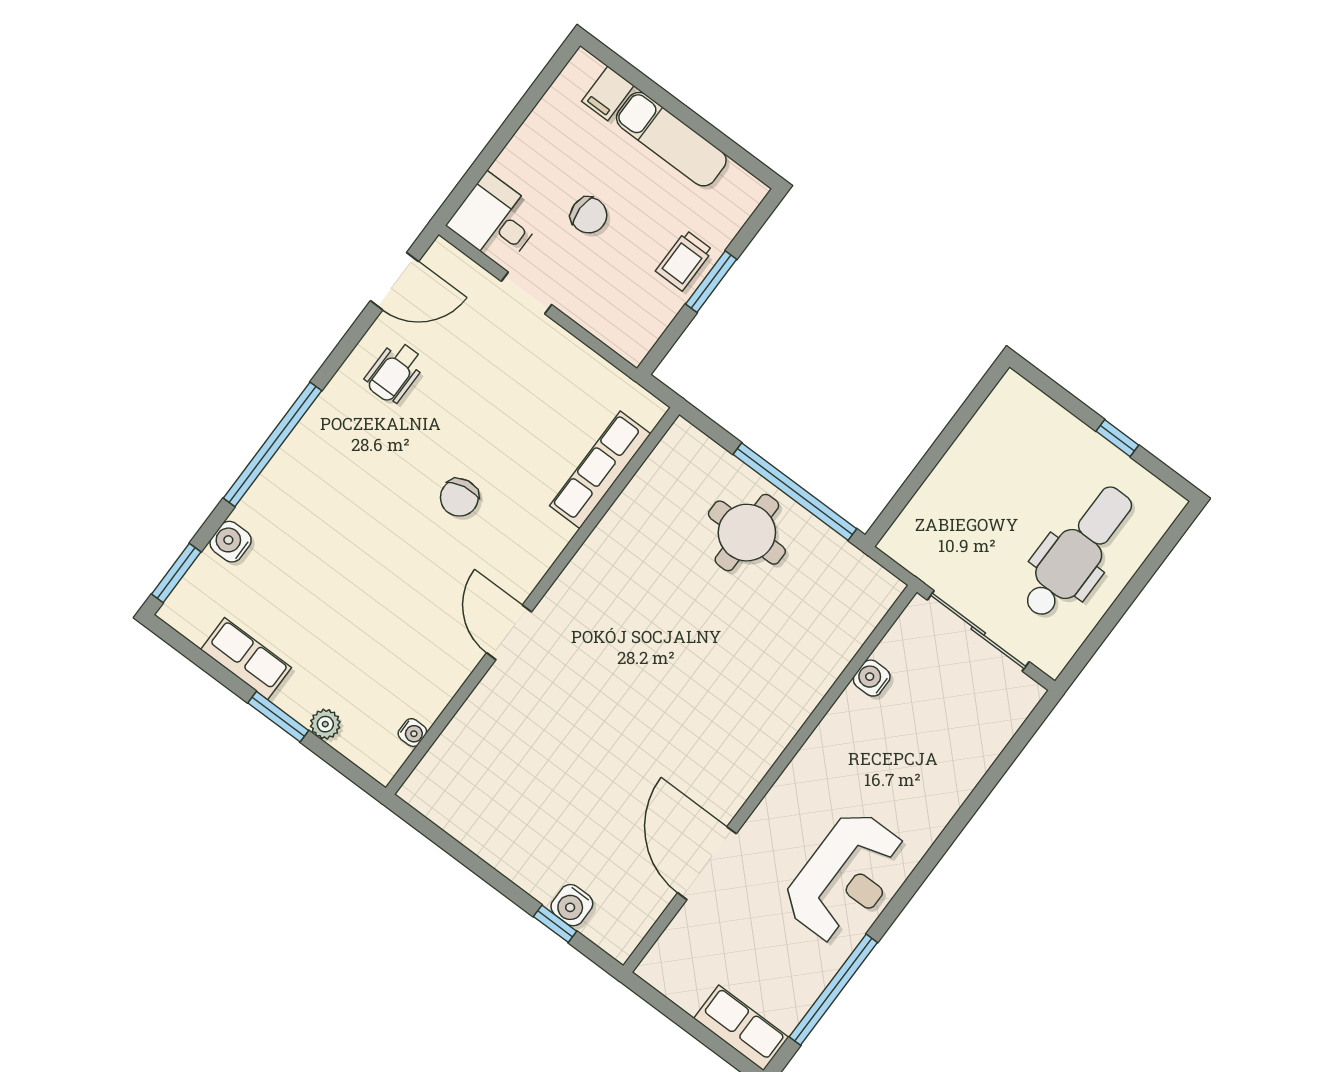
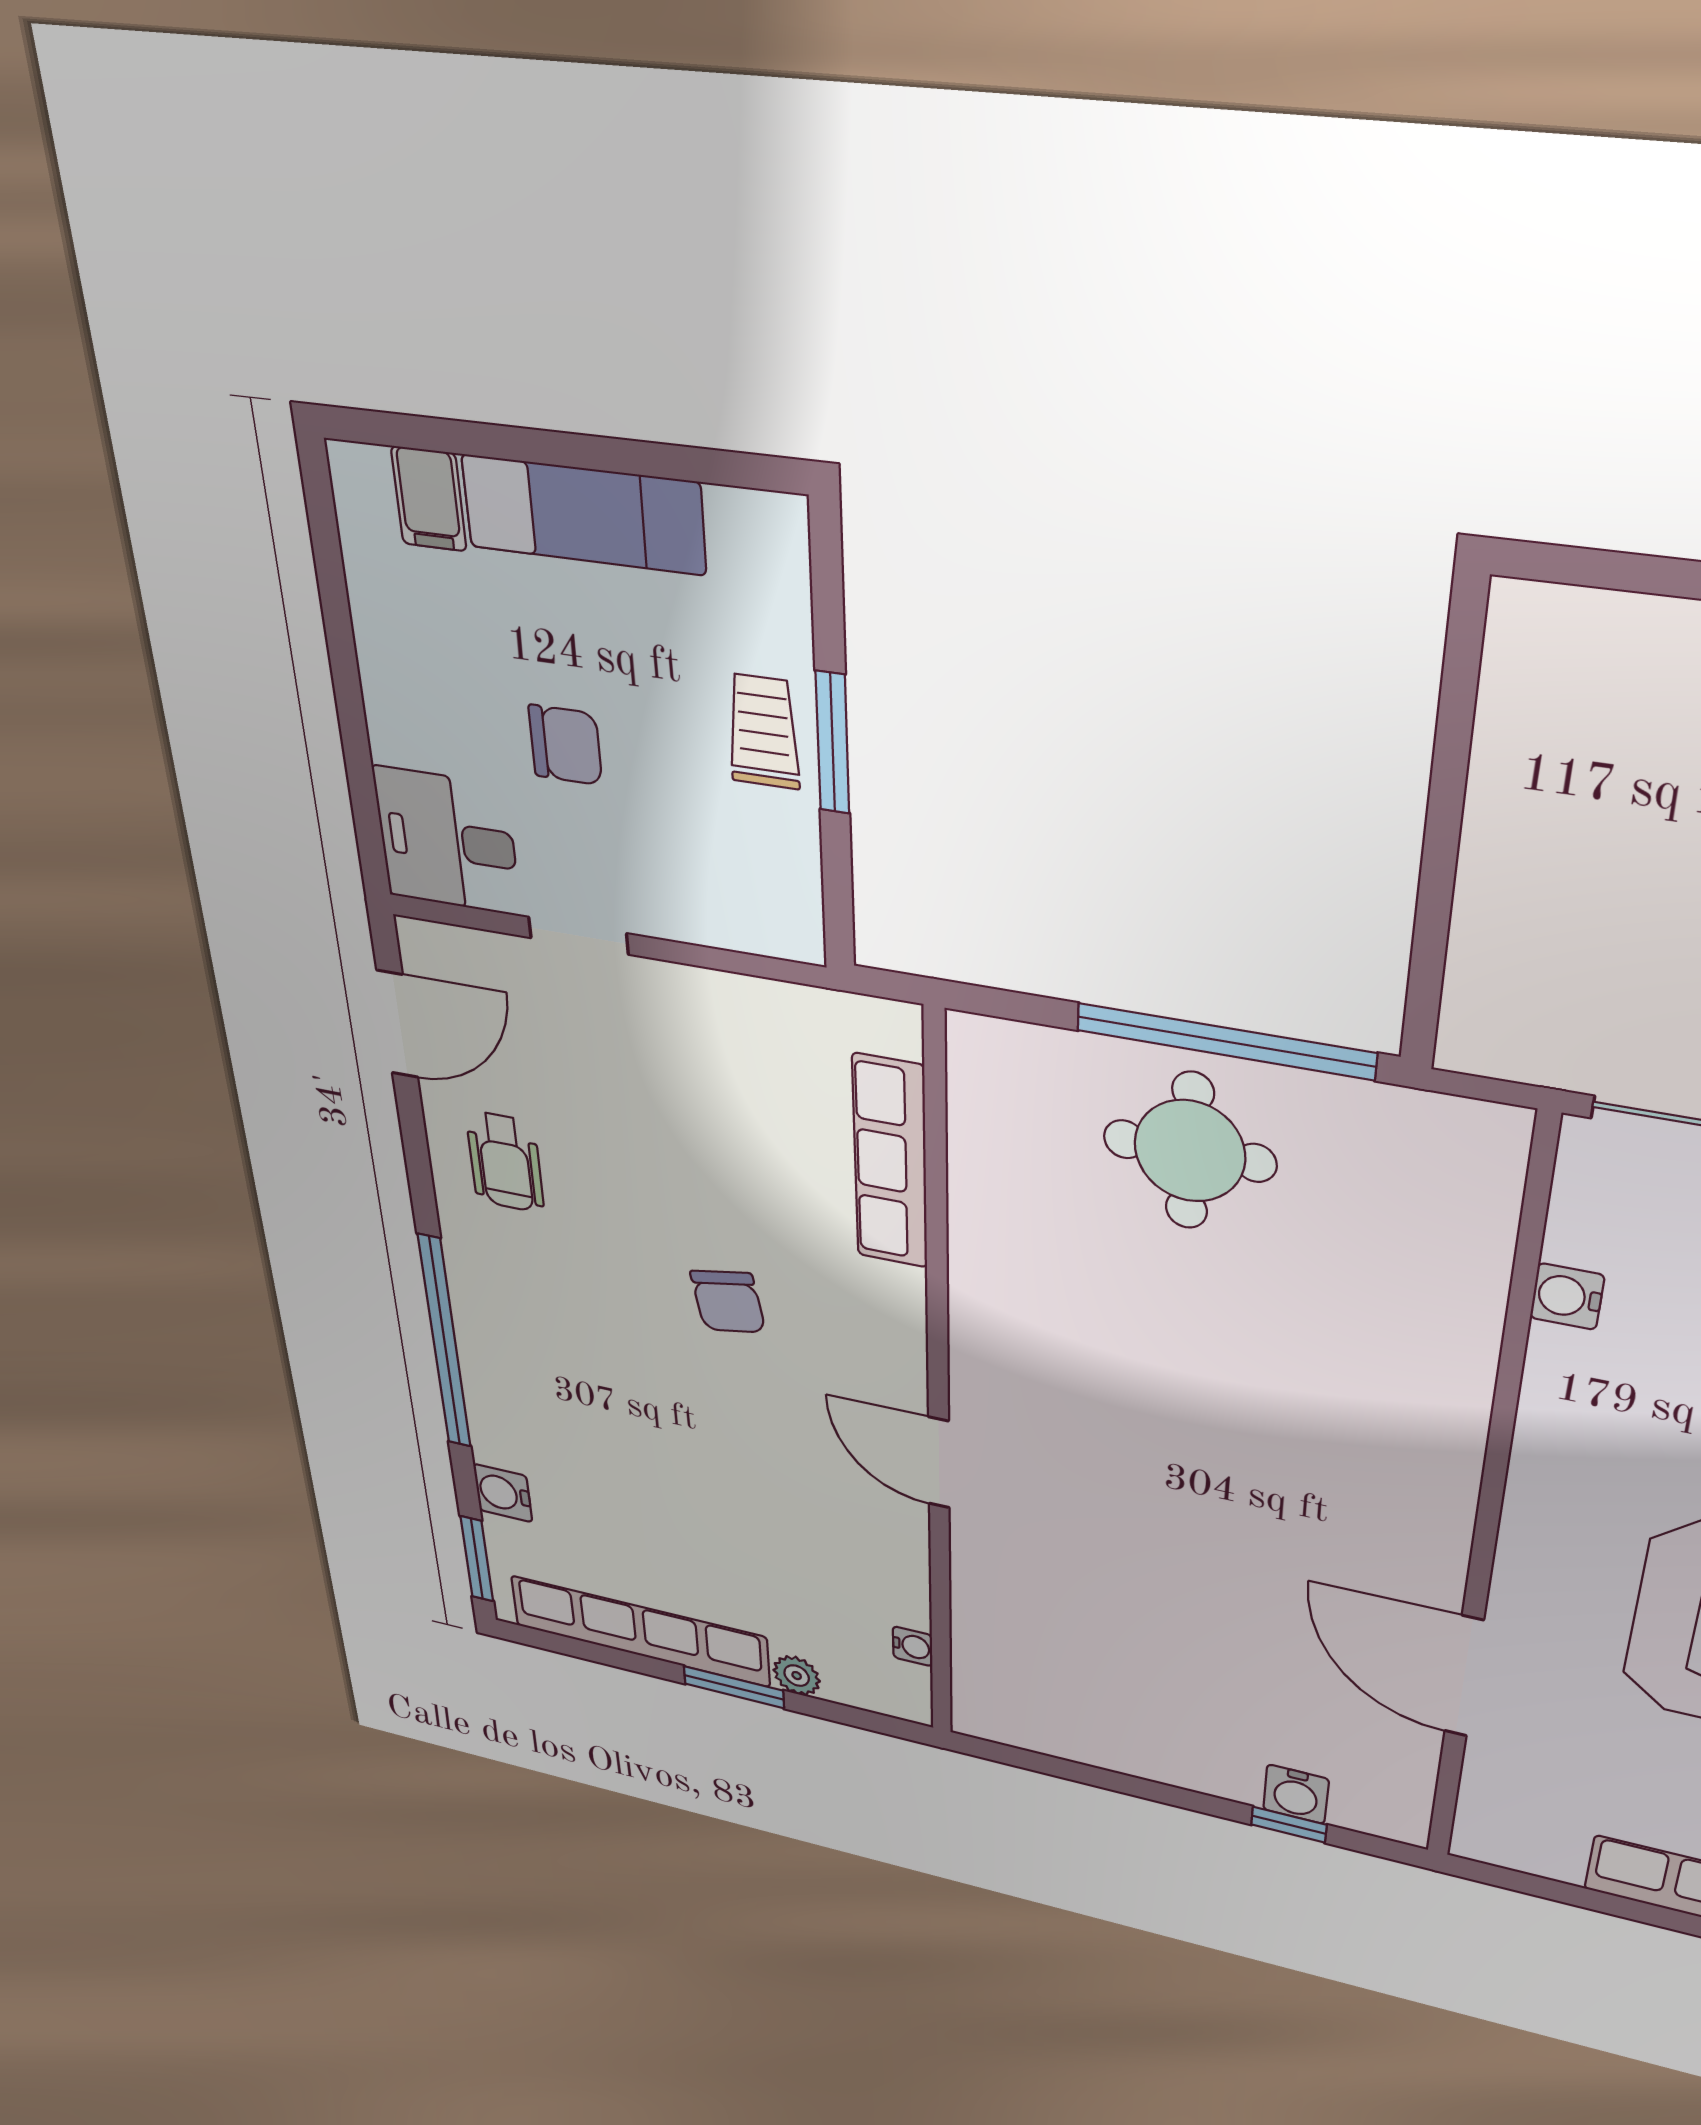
trolley: (684, 261) -> (763, 732), turned 180
row of seats: (246, 659) -> (640, 1631), width x2.02

